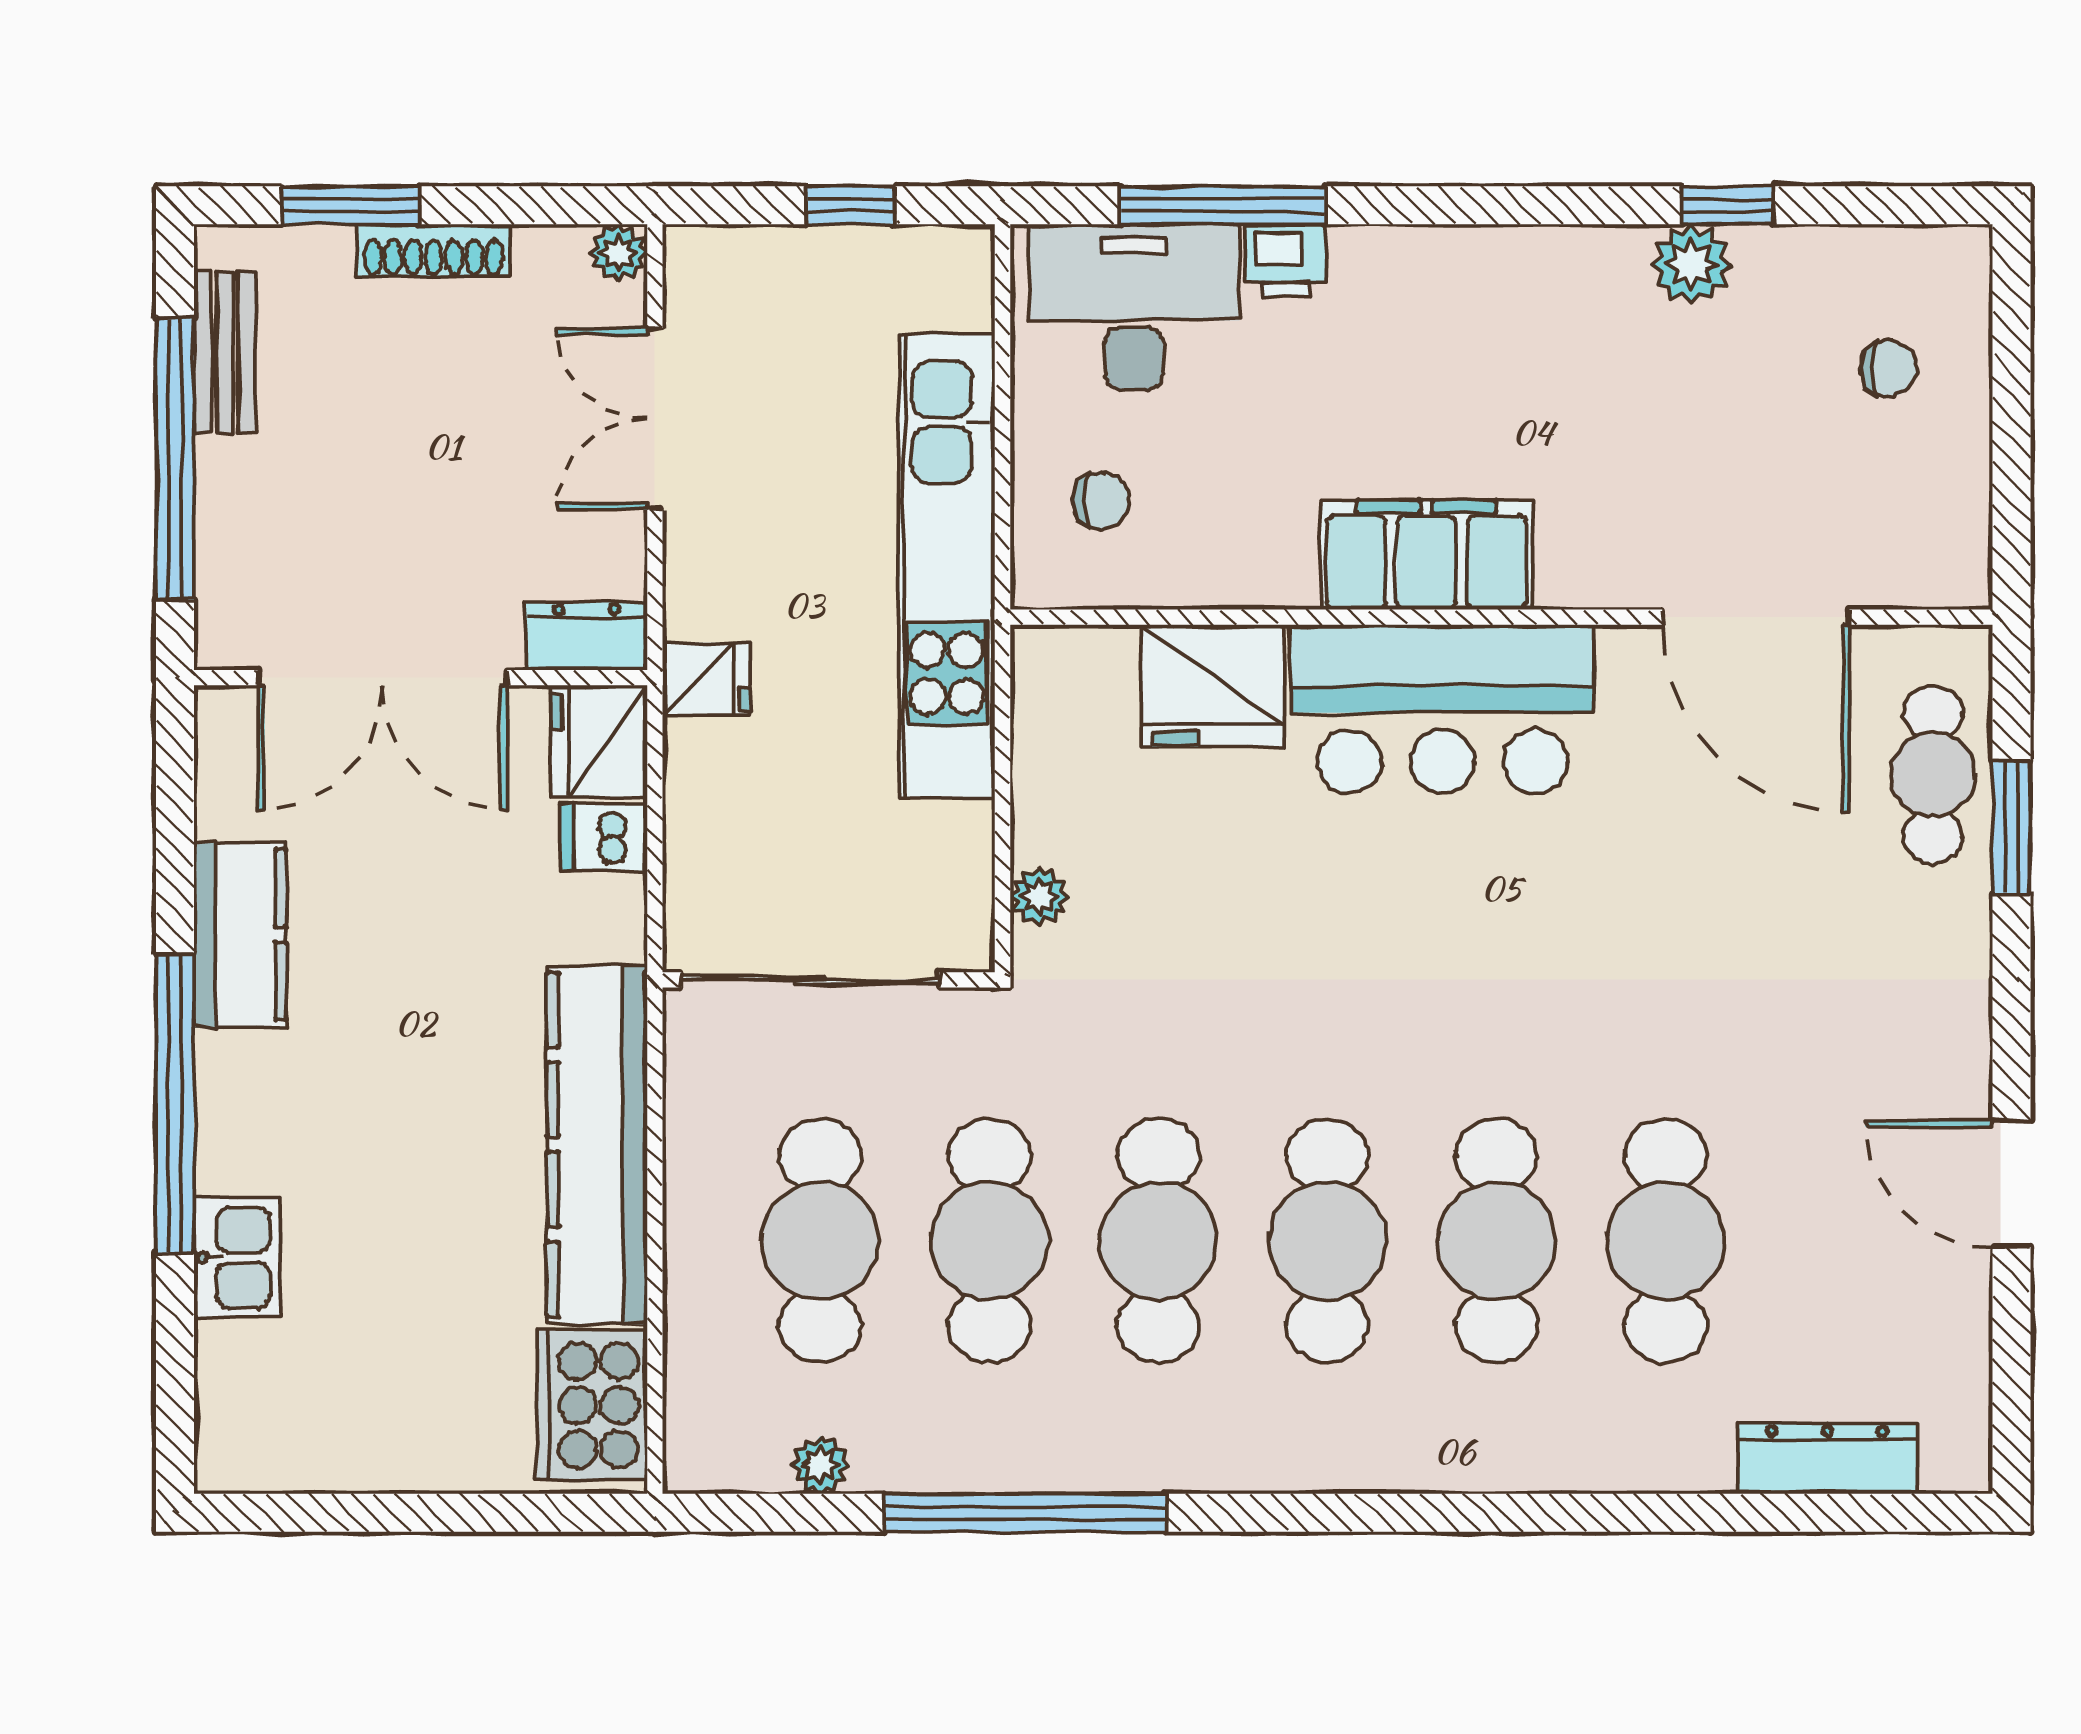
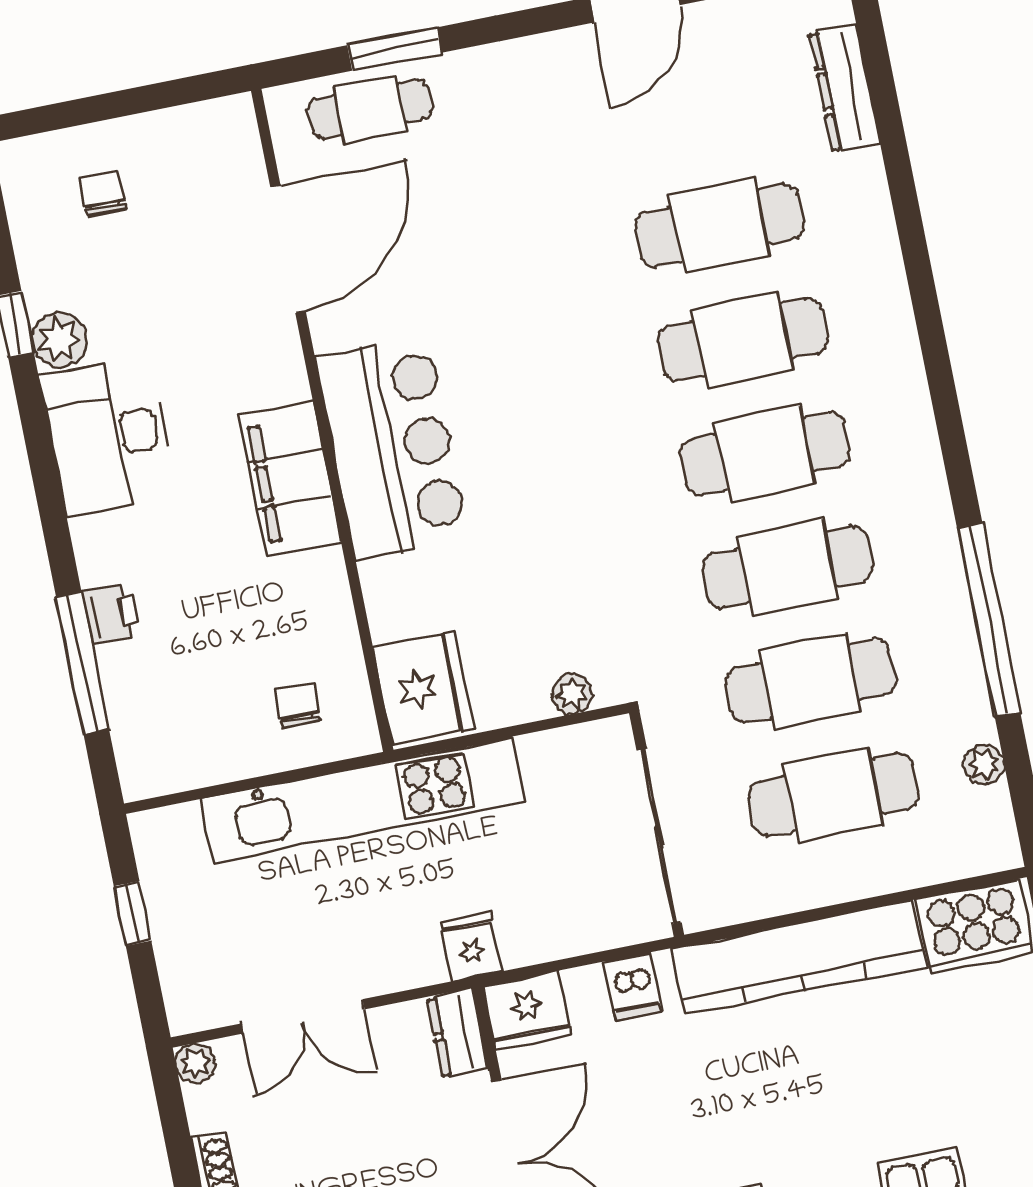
desk: (1134, 307) -> (108, 436), moved
fridge: (1213, 686) -> (424, 688), moved
dishwasher: (604, 837) -> (633, 986), moved

